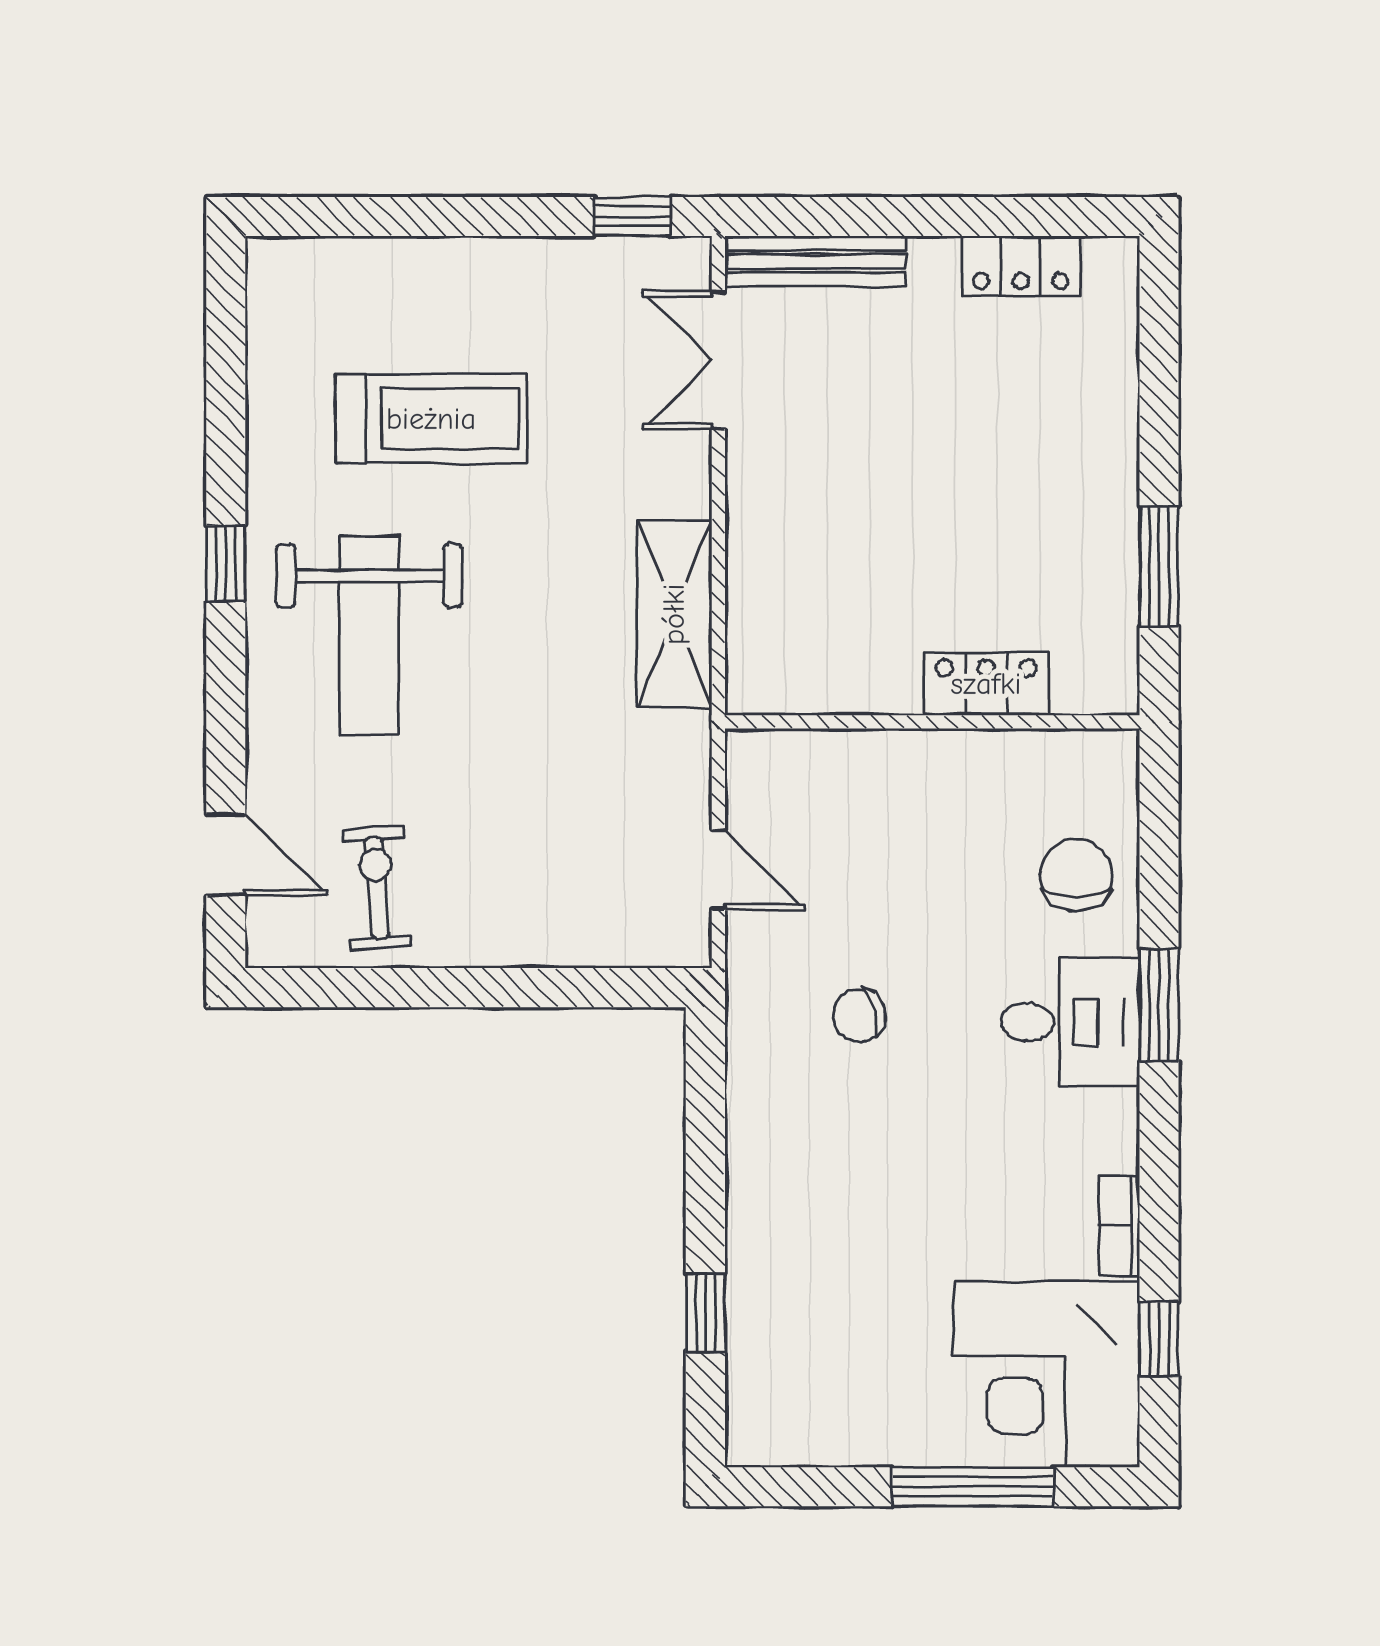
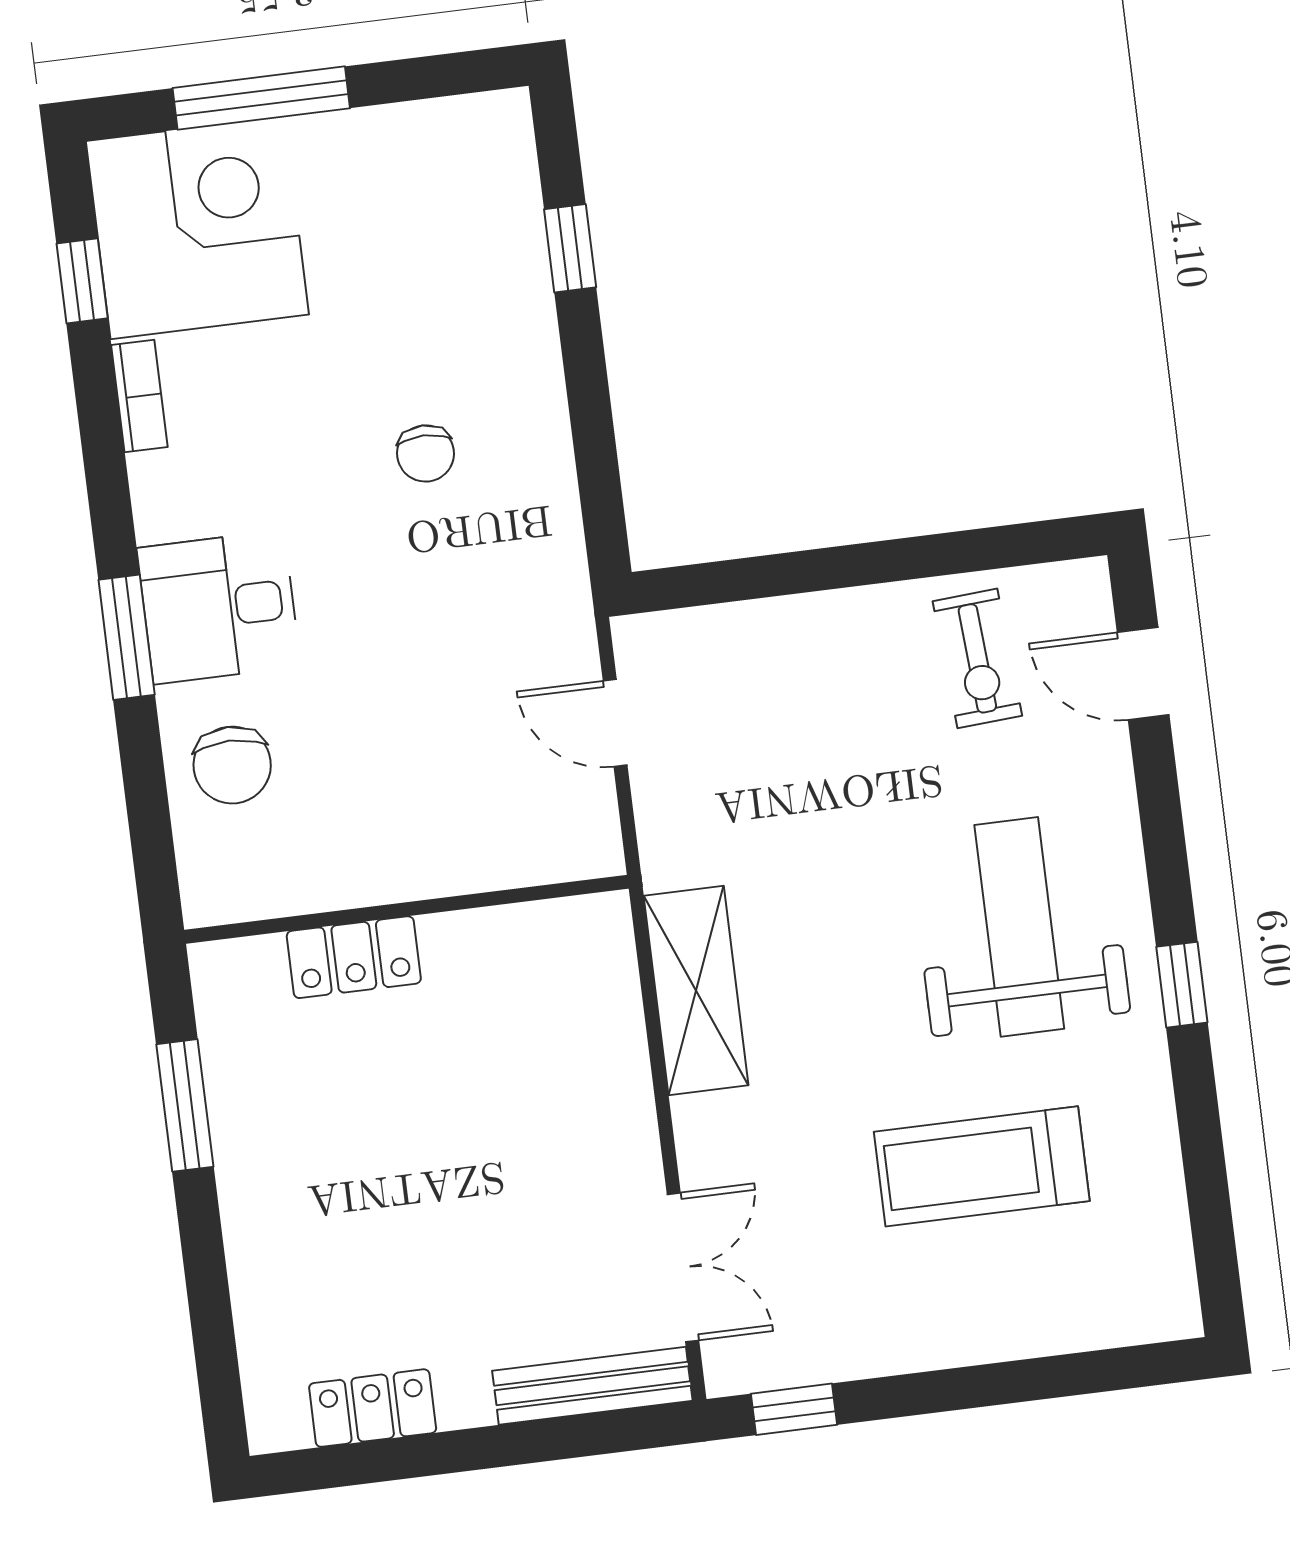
chair: (859, 1015) -> (426, 453), moved, turned 105

